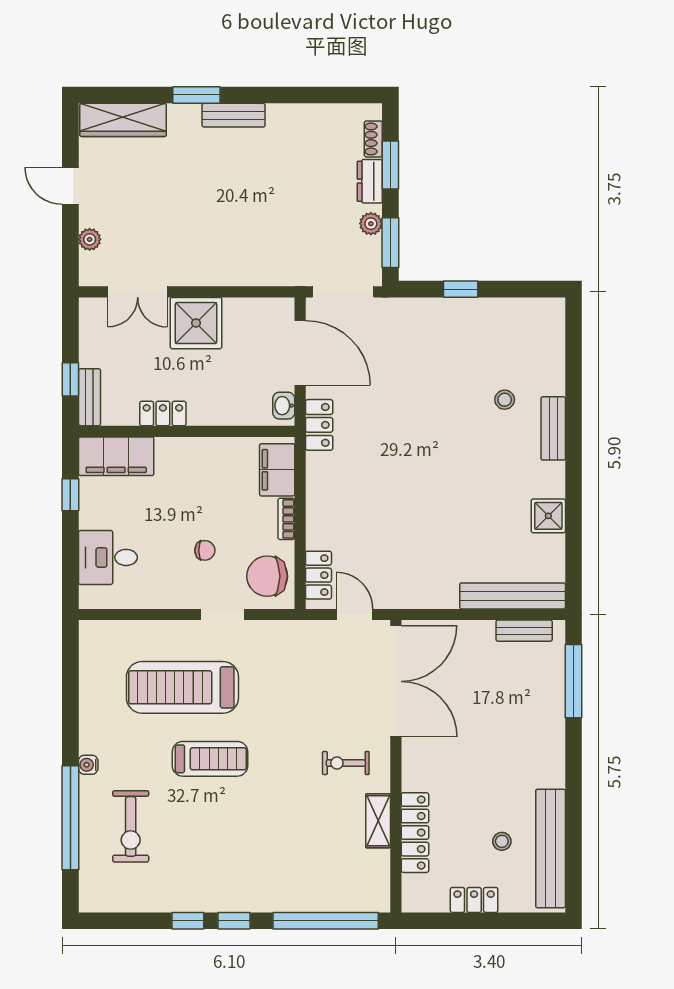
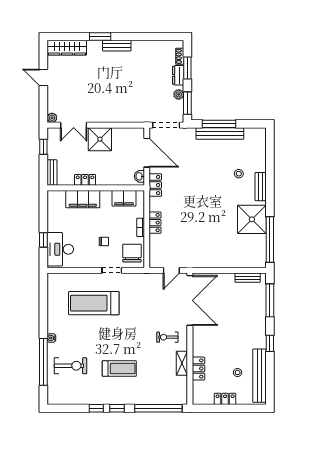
plant: (90, 239) -> (52, 118), moved
window: (461, 289) -> (219, 124), width x2.17
window: (70, 379) -> (43, 147), moved
filing cabinet: (116, 456) -> (83, 199), moved
filing cabinet: (277, 470) -> (124, 198), moved, turned -90
window: (70, 495) -> (43, 240), moved
shower: (548, 516) -> (252, 219), width x1.86, depth x1.86
window: (574, 546) -> (270, 240), added
desk: (108, 557) -> (60, 249), width x1.37
locker: (318, 575) -> (155, 223), moved
chair: (267, 576) -> (132, 253), turned 90
bench: (513, 596) -> (220, 134), moved
door: (355, 615) -> (171, 270), swing flipped
treadmill: (210, 759) -> (119, 368), moved
window: (574, 777) -> (270, 343), added
exercise bike: (131, 826) -> (71, 366), turned -90
locker: (415, 833) -> (198, 369), width x0.66

